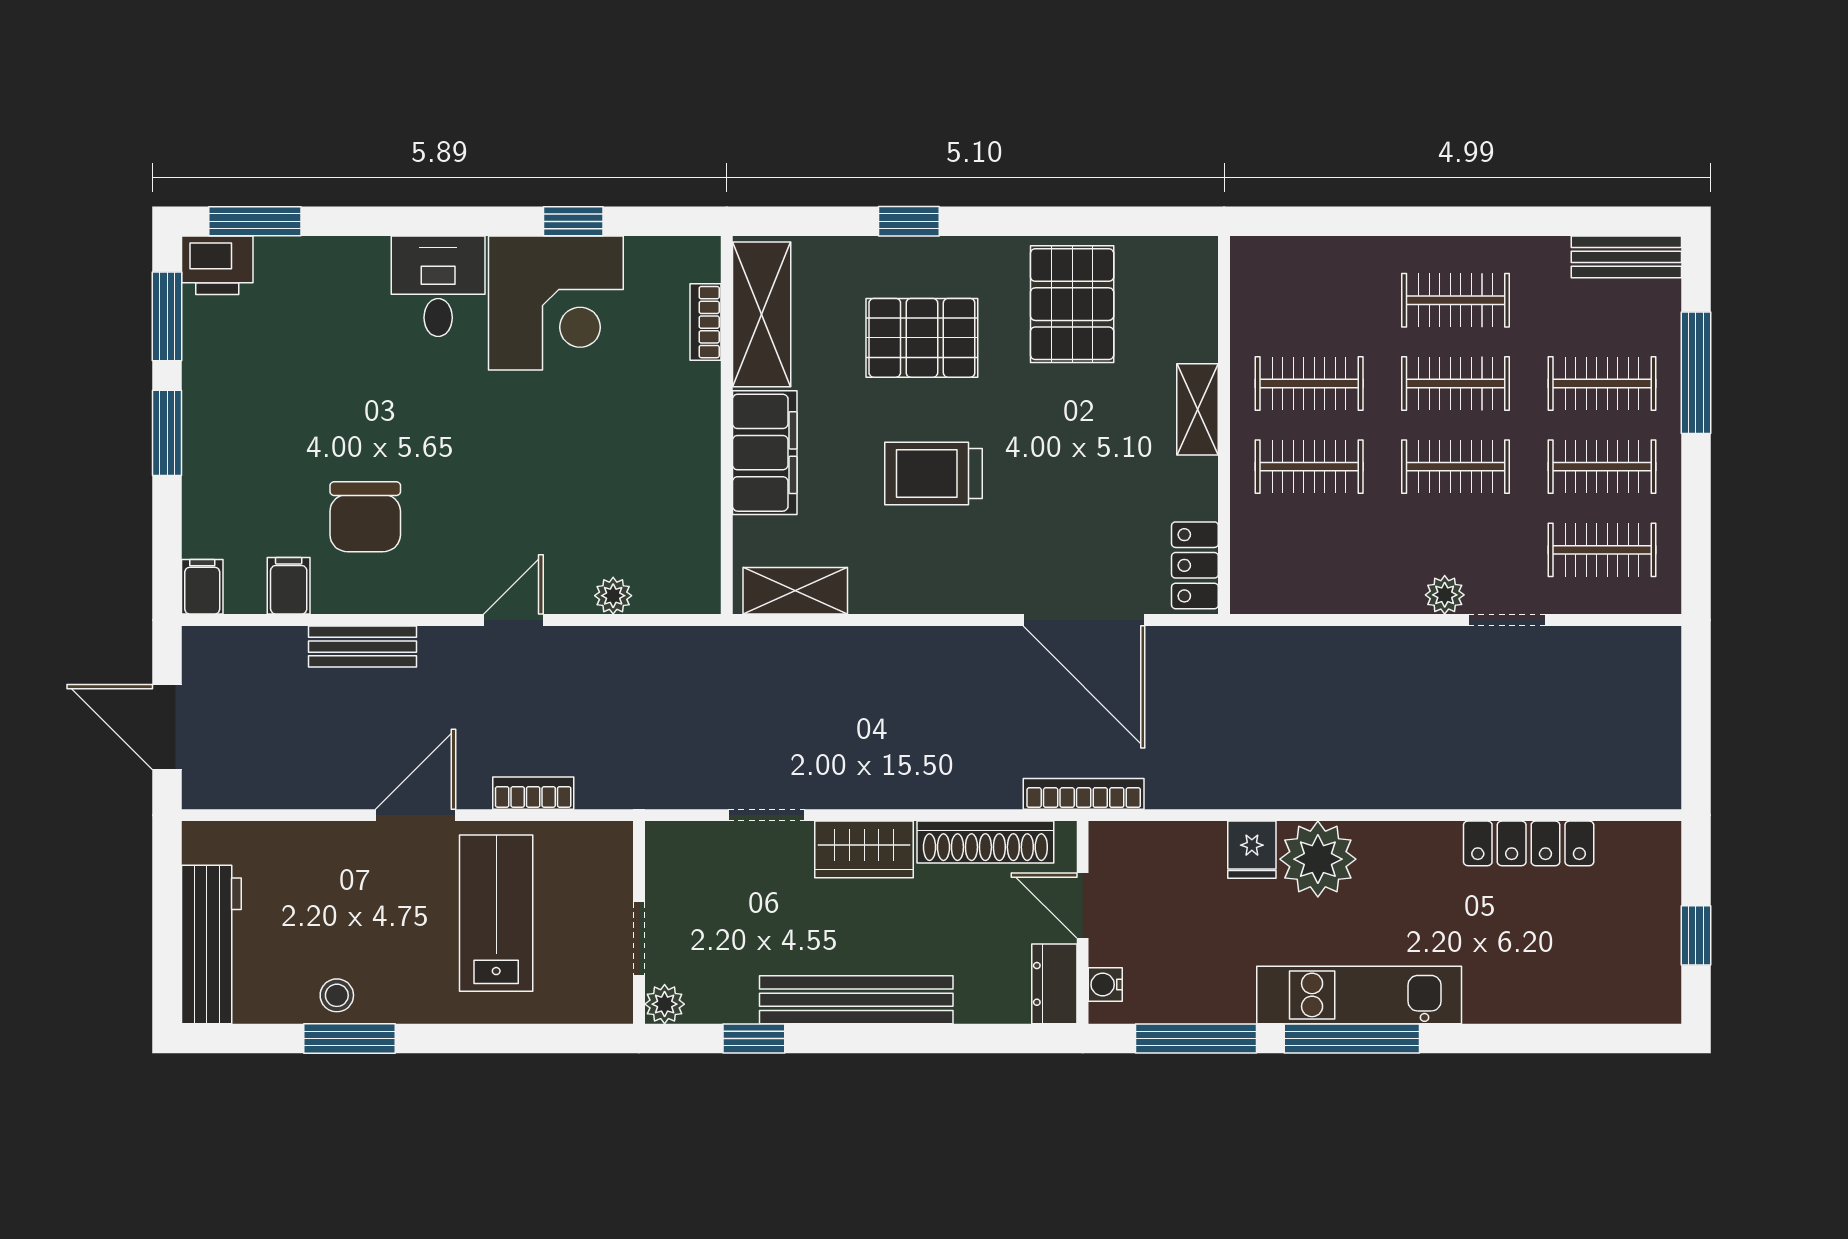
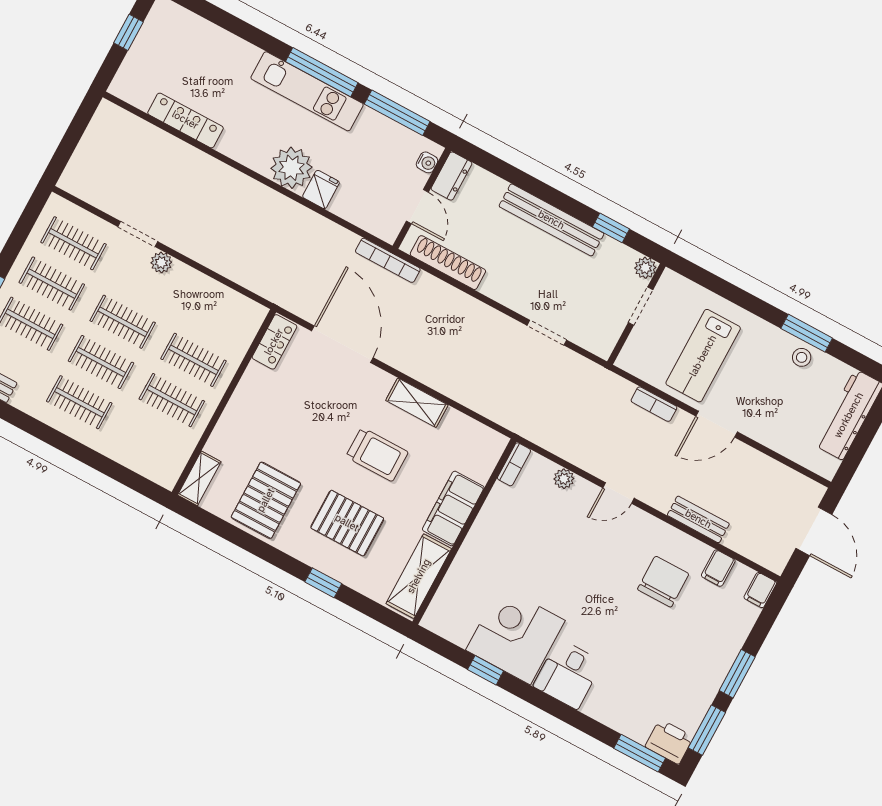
bookcase: (706, 322) -> (514, 464), moved
shelving: (1198, 409) -> (199, 478), moved
shelving: (795, 591) -> (417, 403), moved
wardrobe: (864, 849) -> (509, 291), removed

